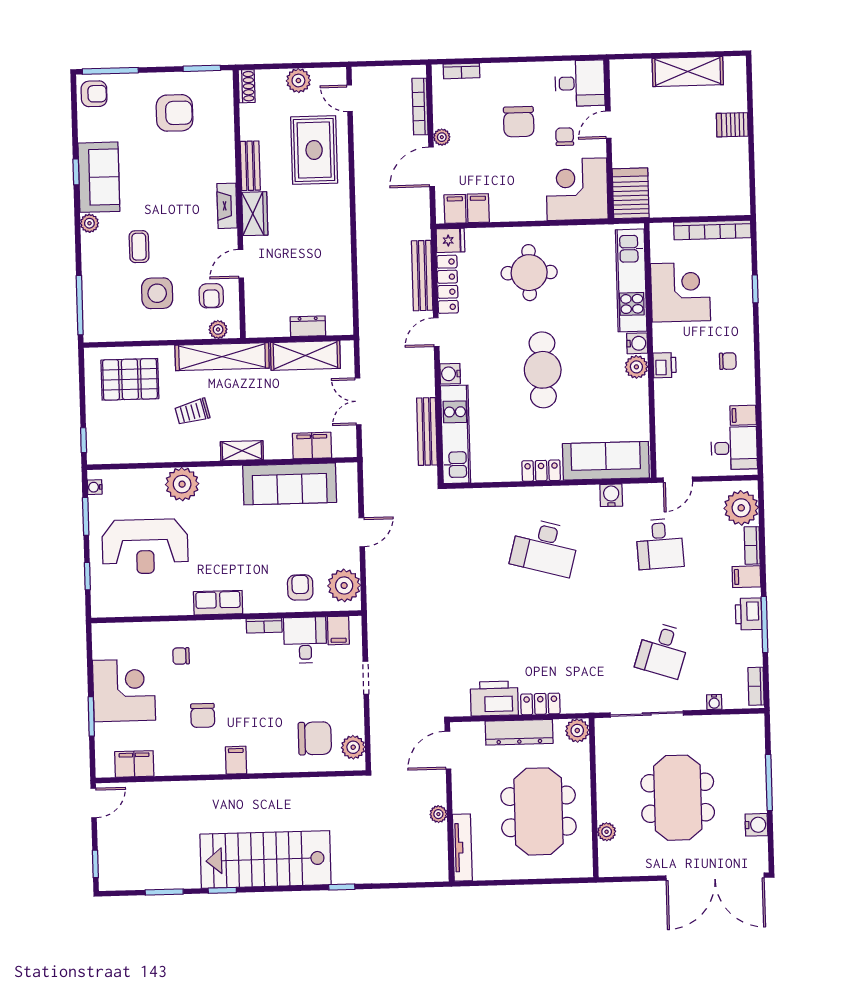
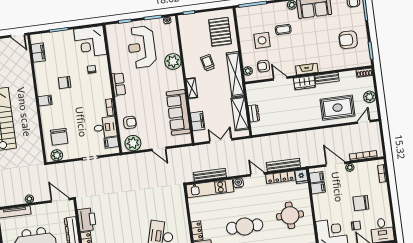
armchair: (175, 113) -> (348, 40), turned 90
corner desk: (124, 690) -> (90, 42), moved, turned 90

